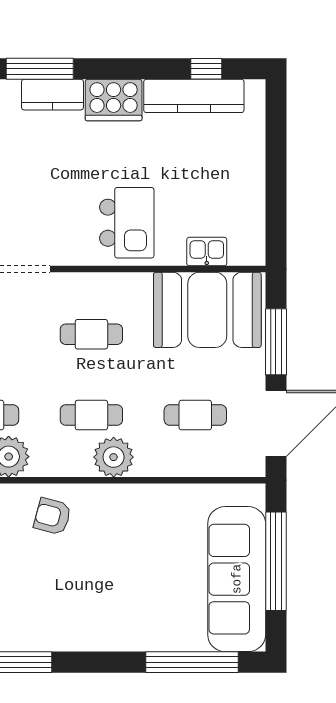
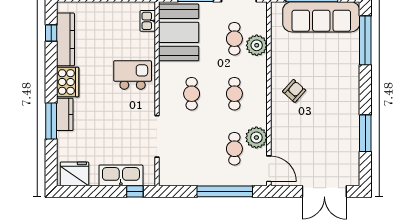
kitchen sink: (207, 252) -> (148, 21), moved
plant: (114, 457) -> (257, 45), moved
armchair: (52, 516) -> (294, 91), moved, turned -153

